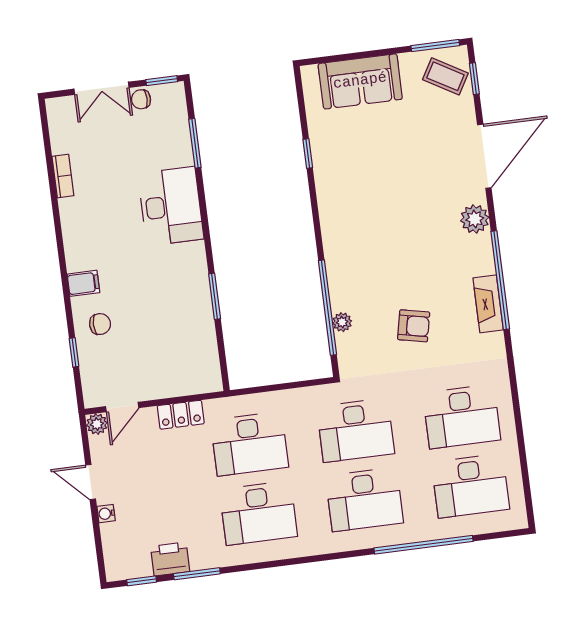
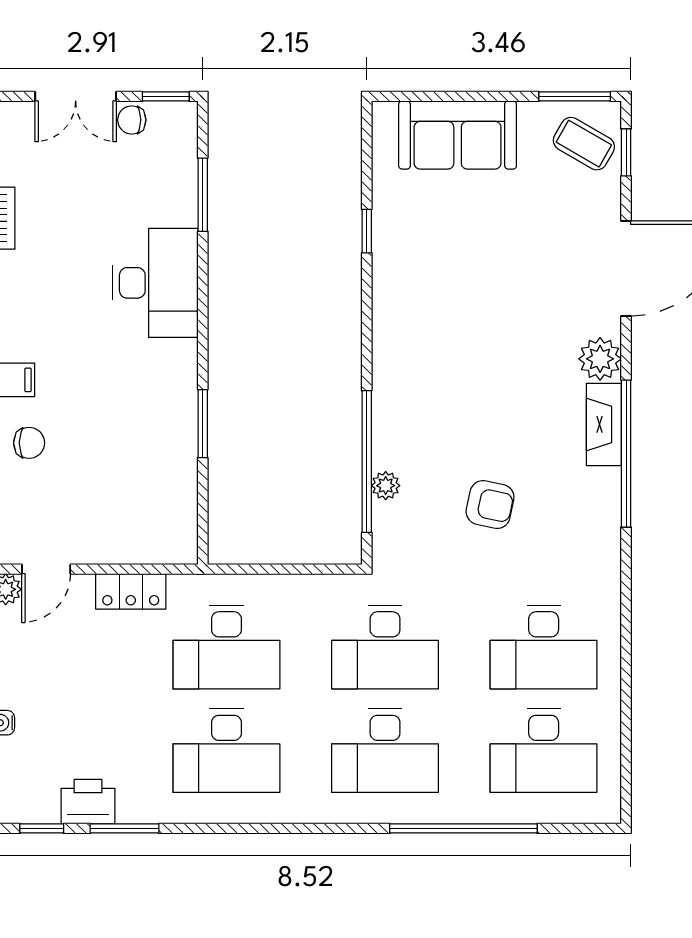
fireplace: (488, 304) -> (604, 424), moved

